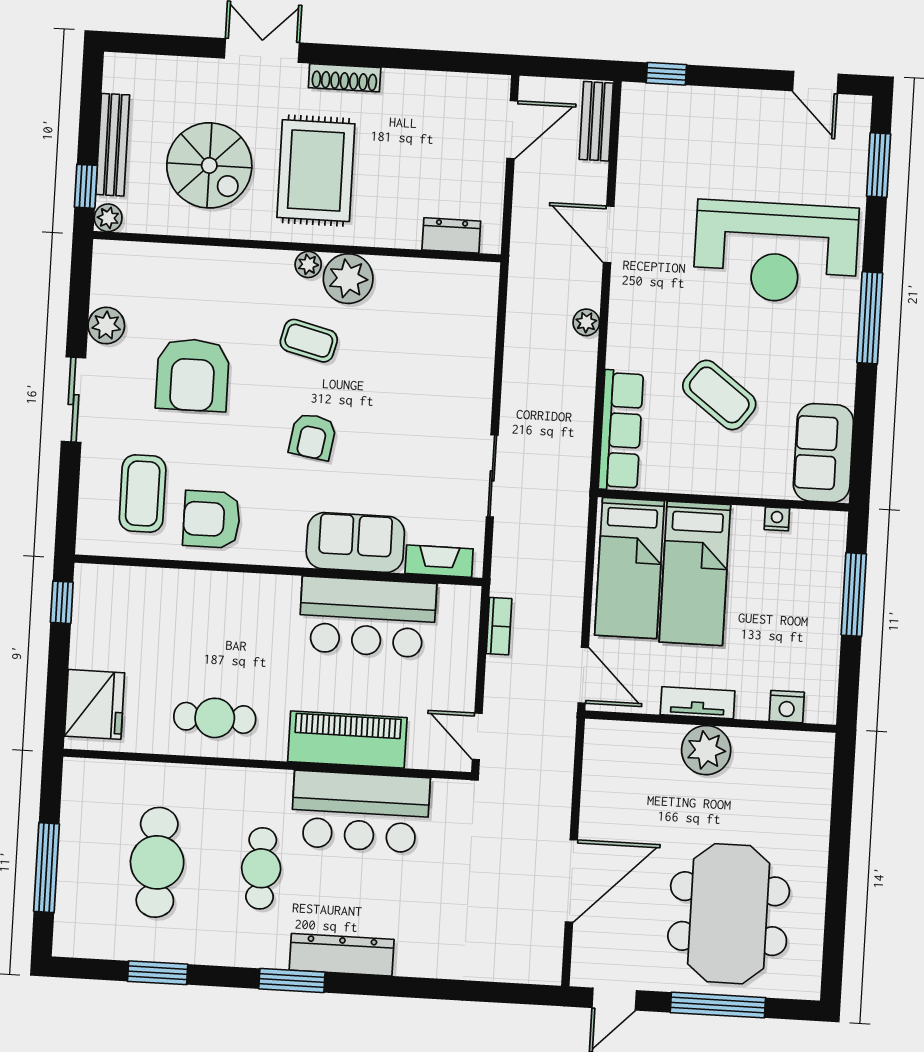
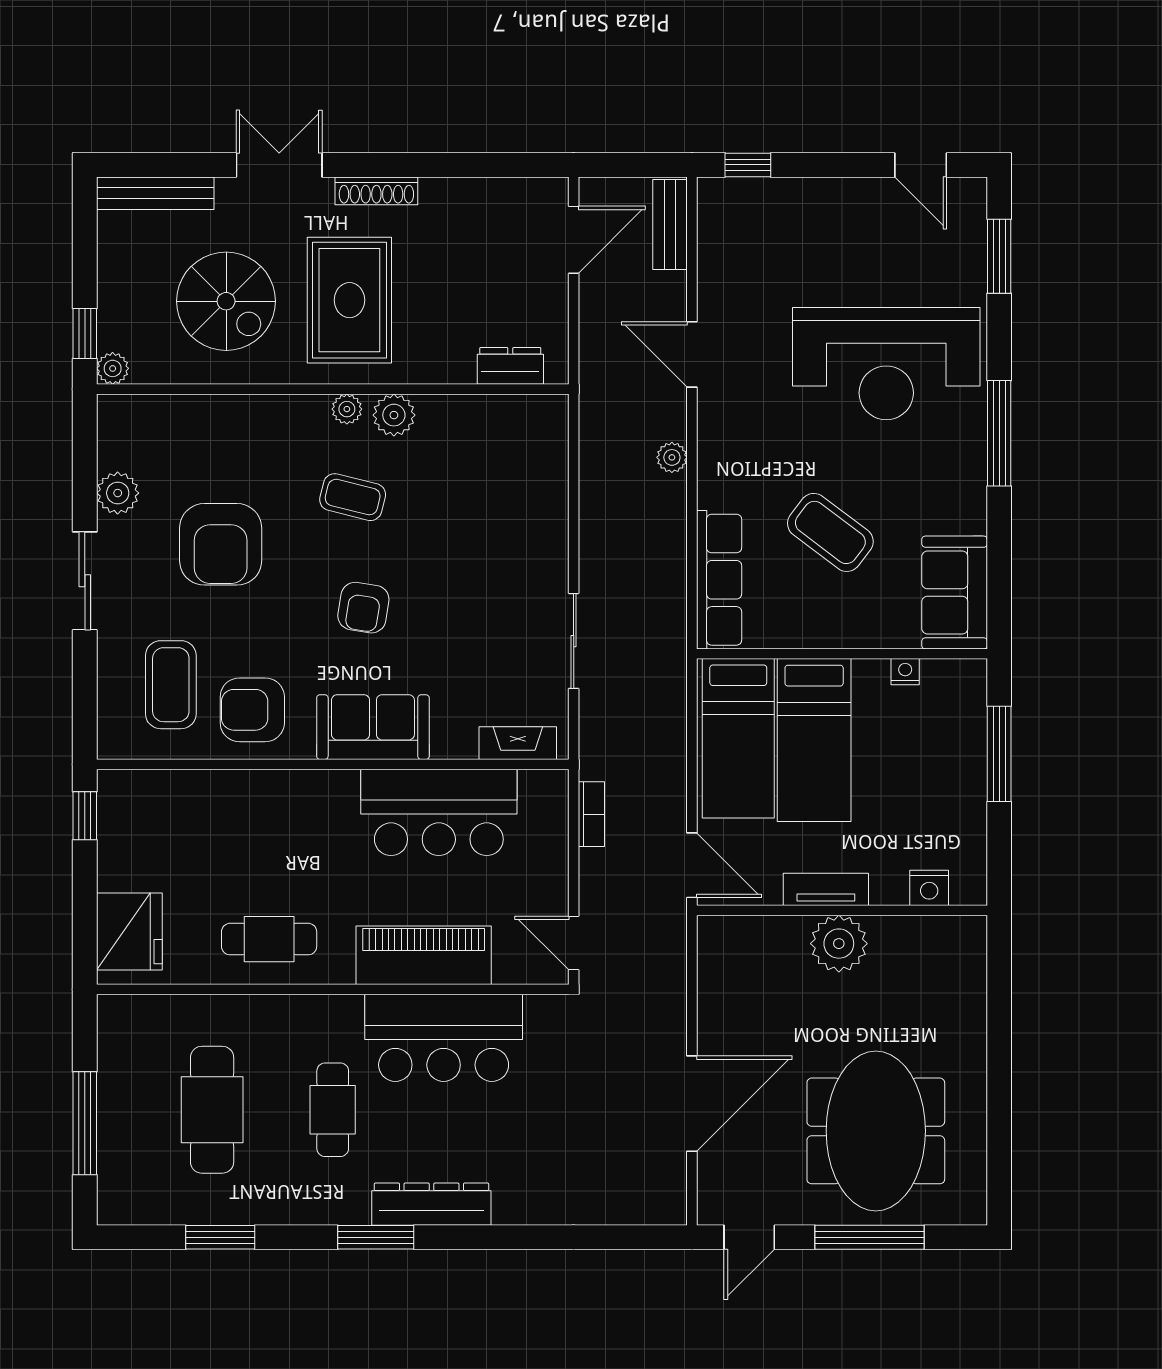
bench: (113, 145) -> (155, 193), moved, turned 90
plant: (348, 279) -> (394, 415), width x0.73, depth x0.73
sofa: (355, 542) -> (373, 727), moved

